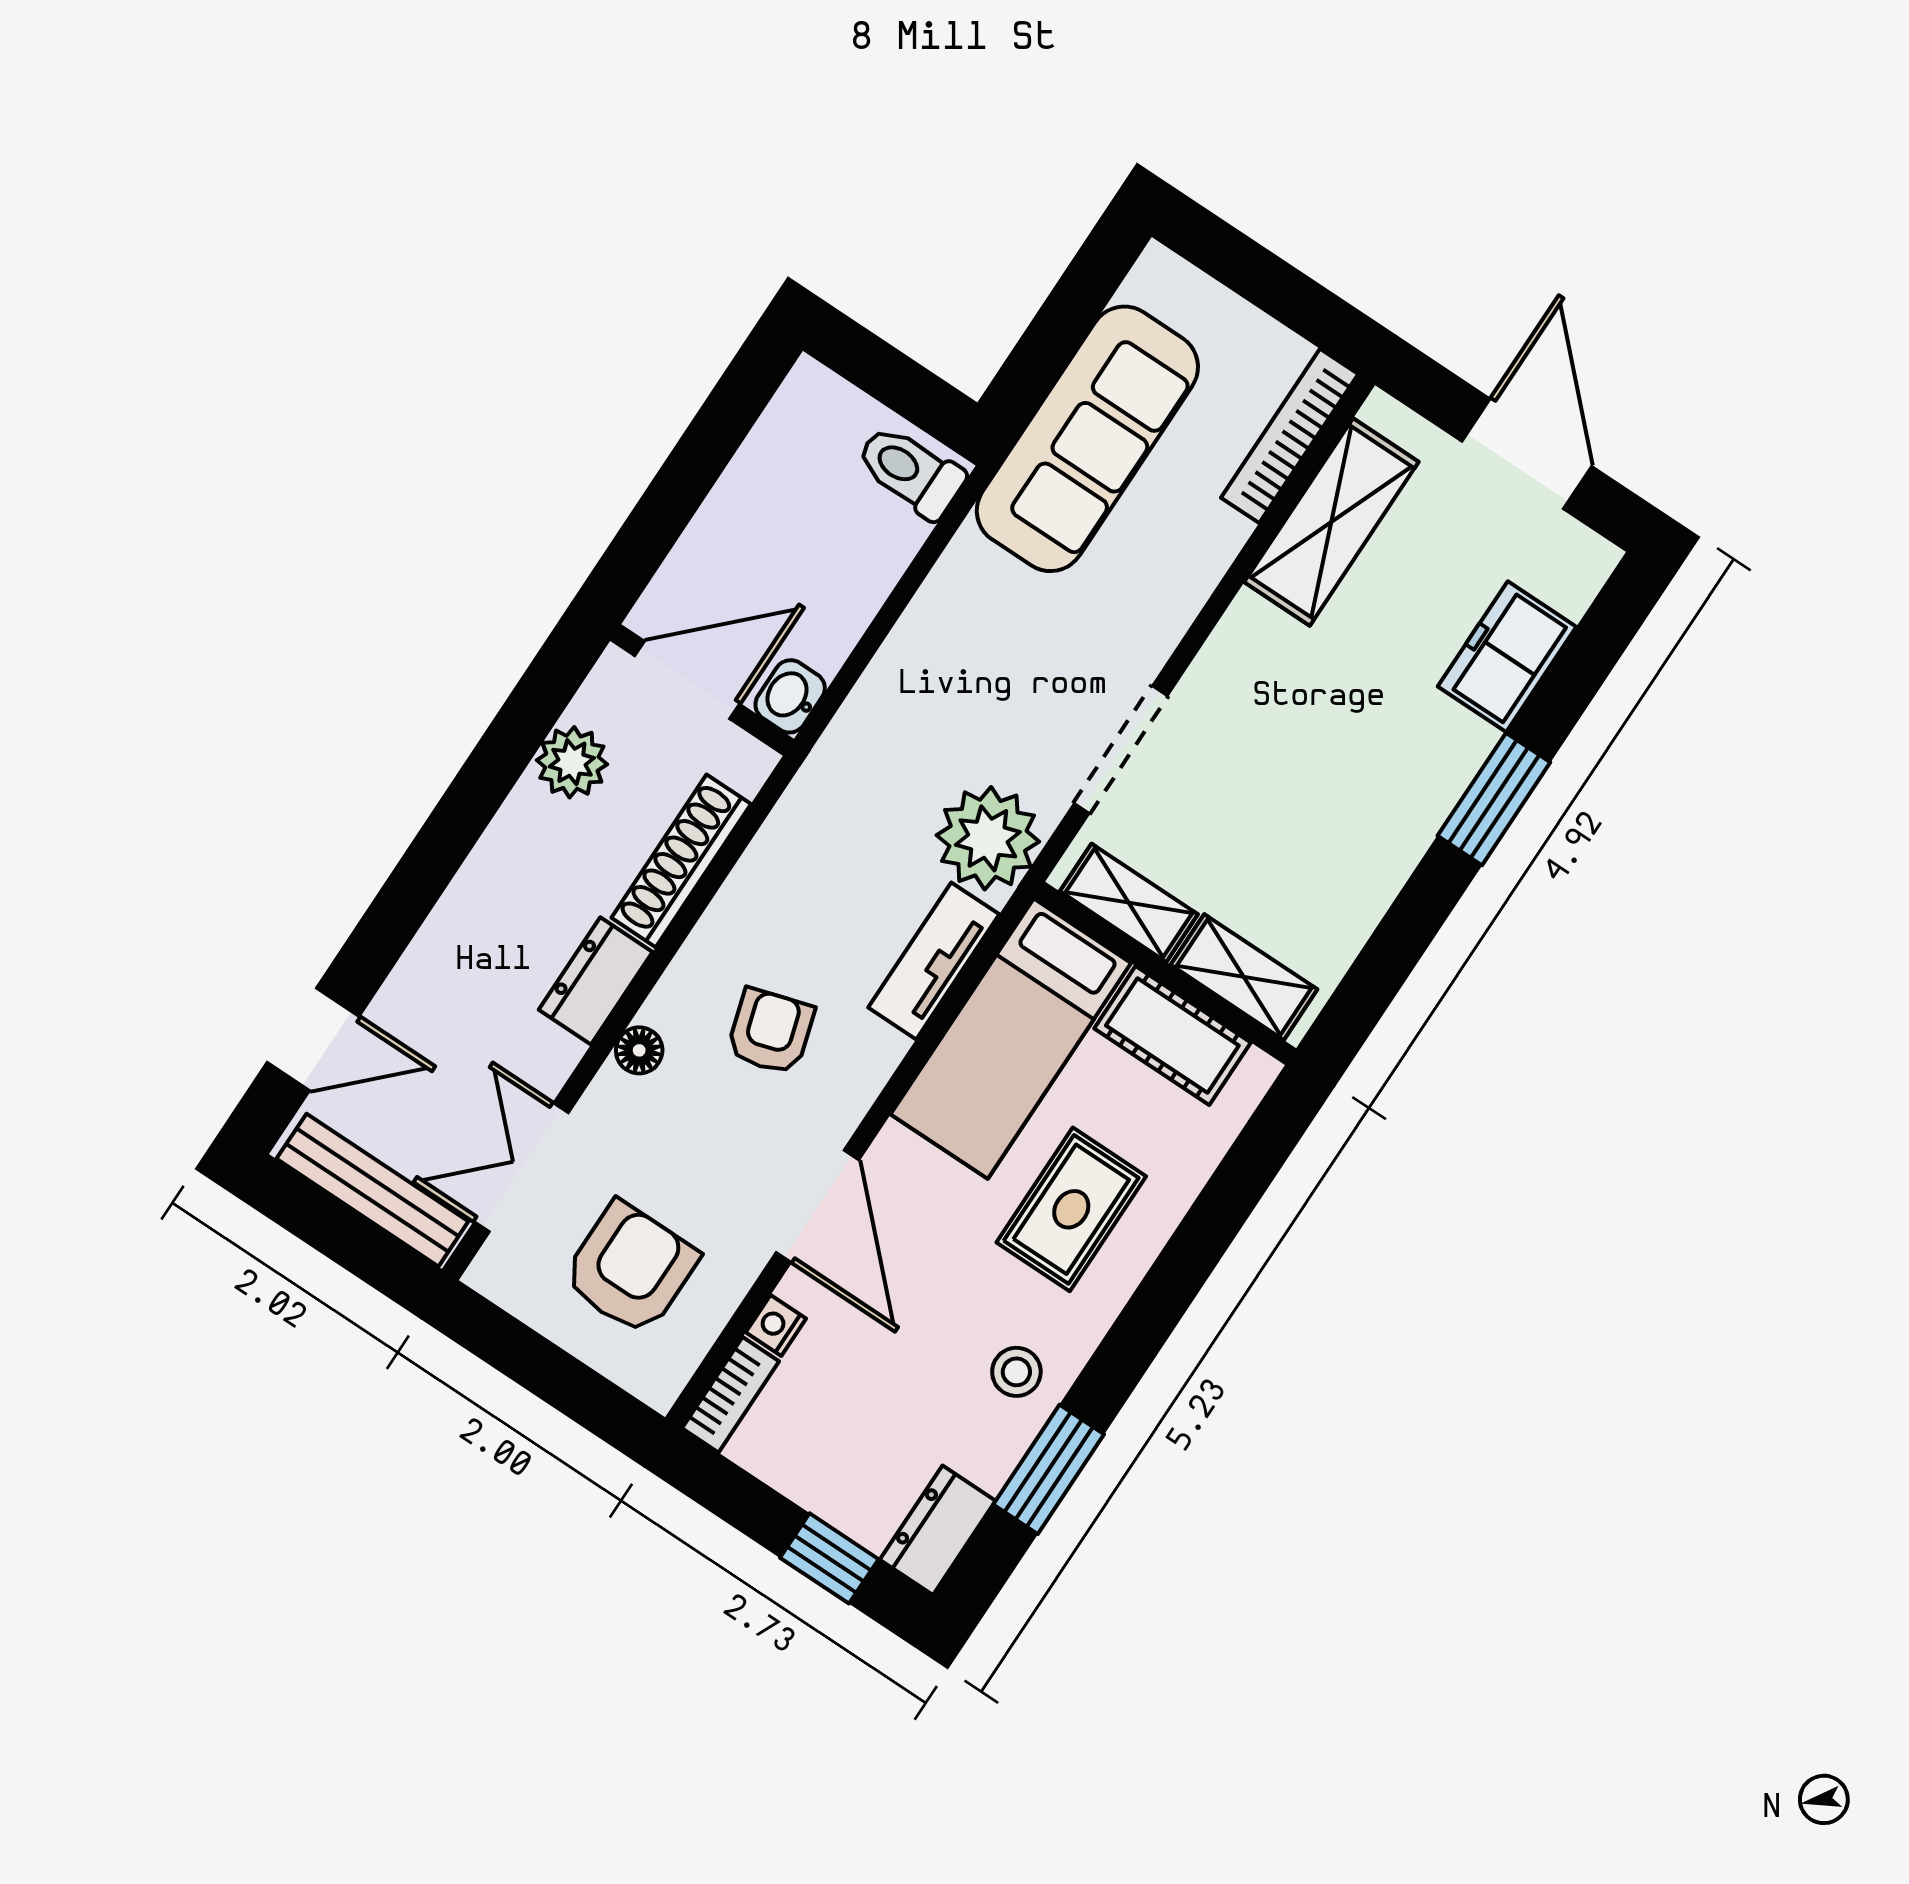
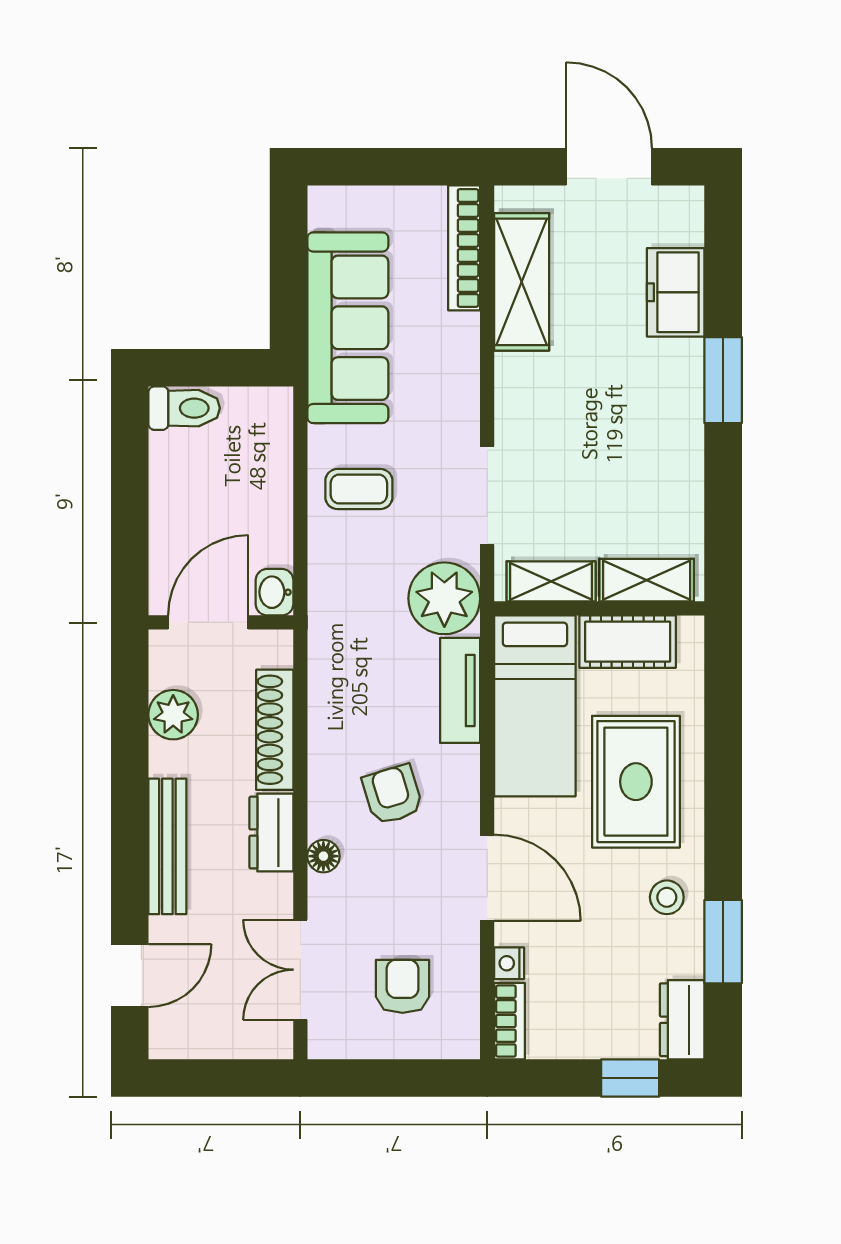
toilet: (910, 471) -> (184, 408), moved, turned 180
coffee table: (973, 640) -> (359, 489), added
bench: (372, 1190) -> (167, 846), moved, turned 90
rug: (1071, 1209) -> (636, 782), width x1.36, depth x1.43
armchair: (630, 1268) -> (403, 986), width x0.72, depth x0.72

